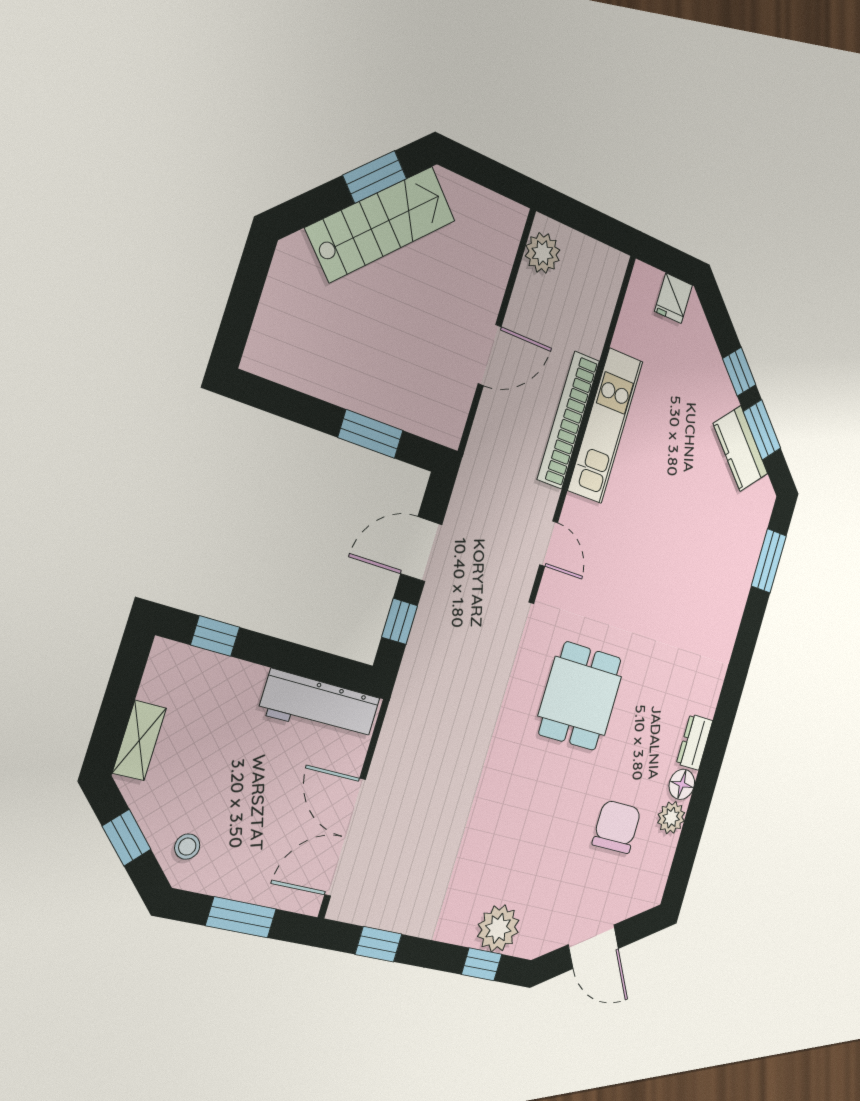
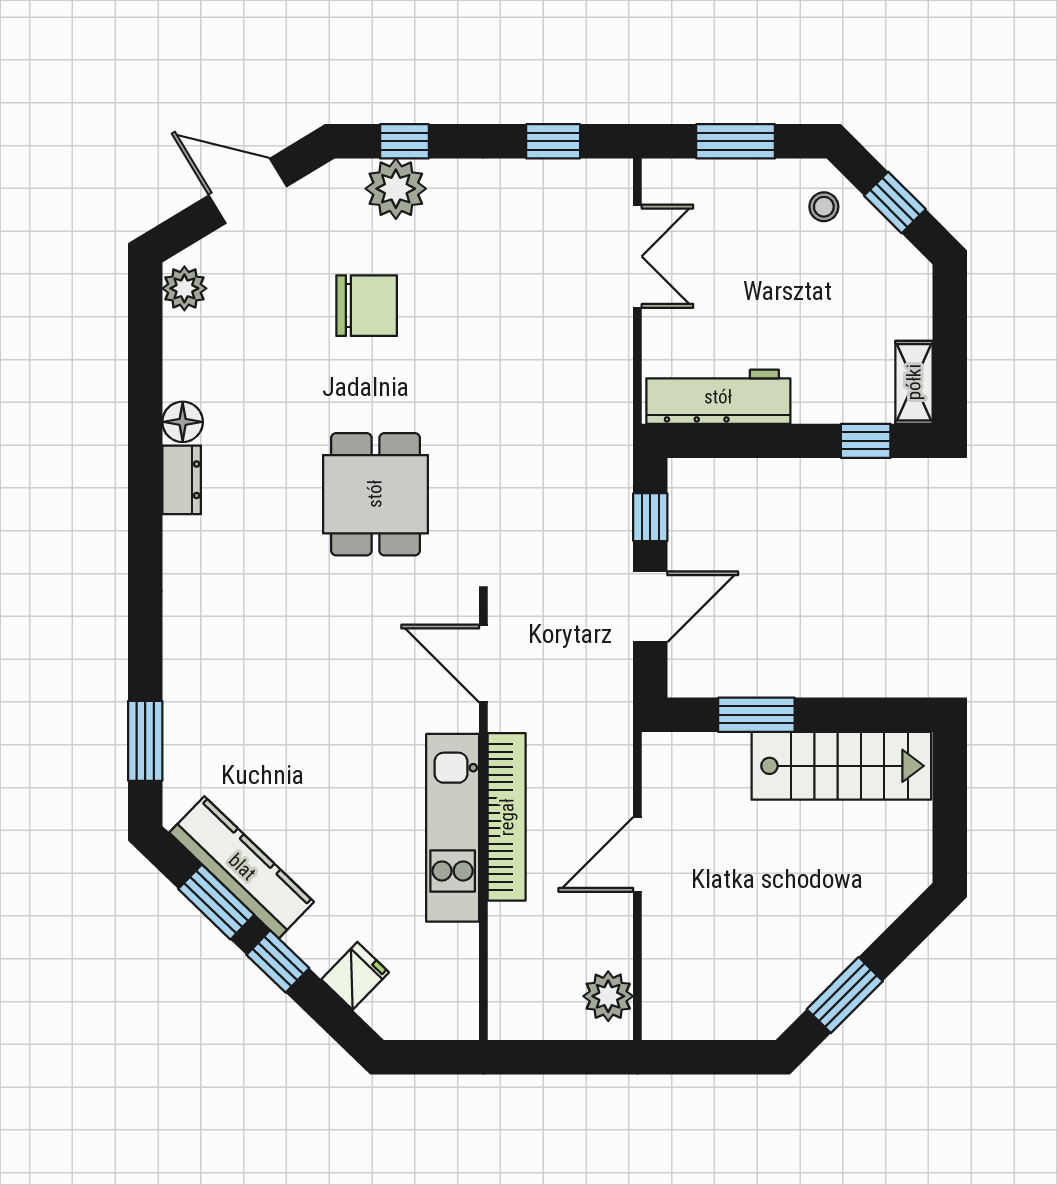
stairs: (381, 224) -> (841, 766), moved, turned -135
fridge: (673, 298) -> (355, 976), moved, turned 44
kitchen counter: (741, 449) -> (242, 867), width x1.50
door: (549, 544) -> (483, 664), width x1.38
shelving: (139, 740) -> (914, 382), moved
plant: (671, 818) -> (184, 288), moved
chair: (617, 827) -> (367, 306), moved, turned -90
double door: (345, 837) -> (637, 256), width x0.73

